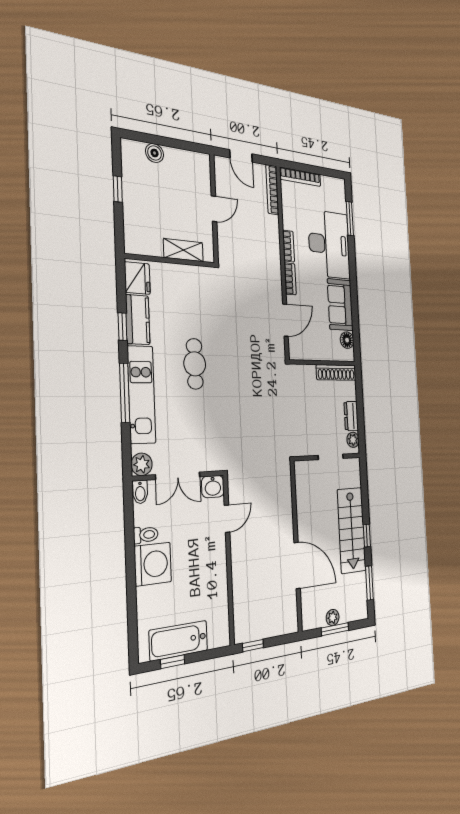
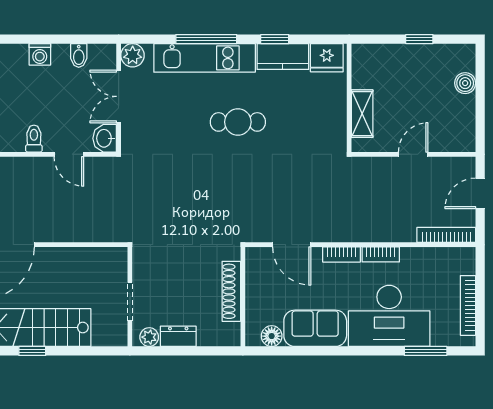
bookcase: (300, 177) -> (468, 305), moved
door: (214, 209) -> (413, 154), swing flipped
shoe rack: (336, 373) -> (231, 291), moved
bidet: (140, 492) -> (79, 55), moved, turned -90
toilet: (146, 535) -> (34, 139), moved, turned 180
washing machine: (153, 564) -> (40, 54), width x0.53, depth x0.53

